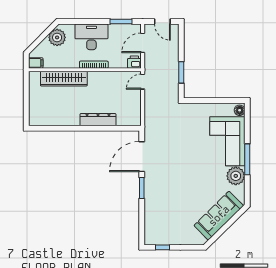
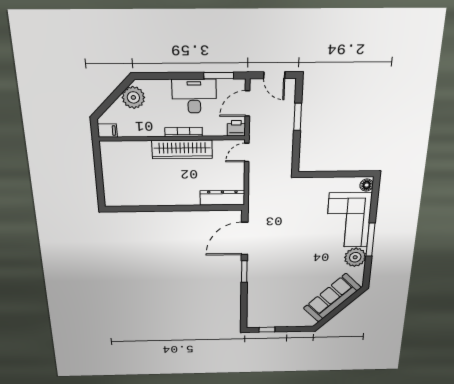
desk: (91, 37) -> (194, 96), moved
window: (181, 72) -> (298, 117), moved
wardrobe: (64, 79) -> (182, 149), moved
dresser: (98, 120) -> (222, 198), moved

